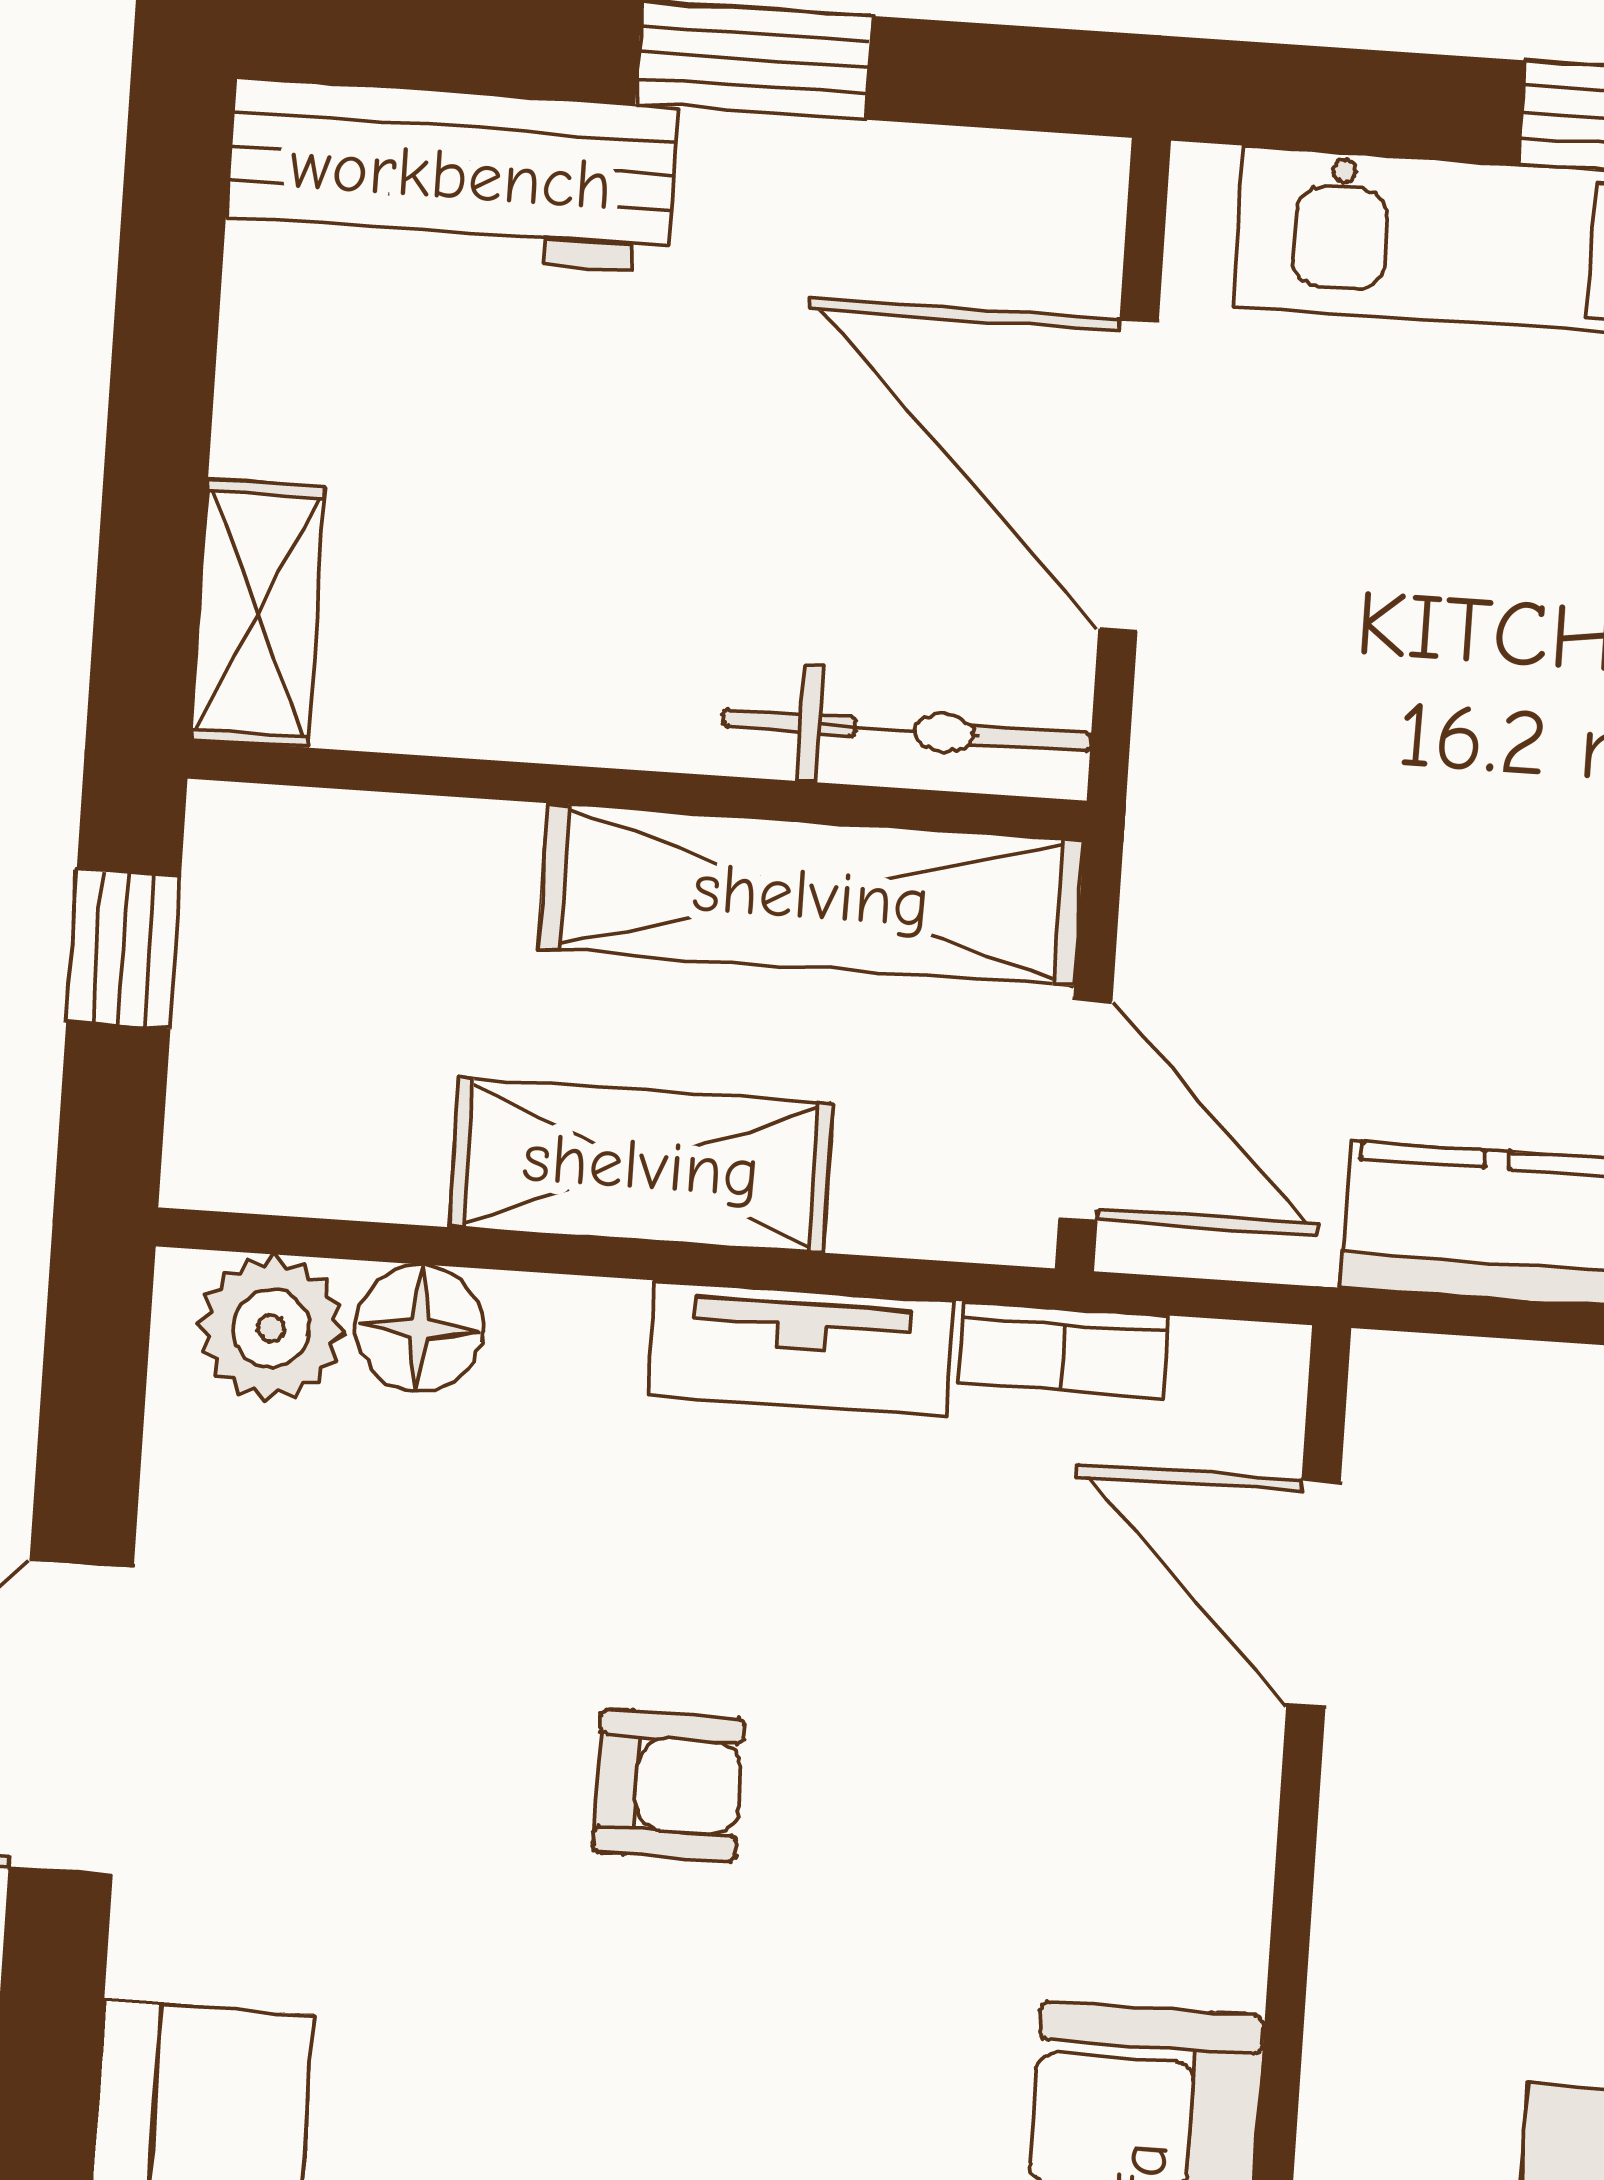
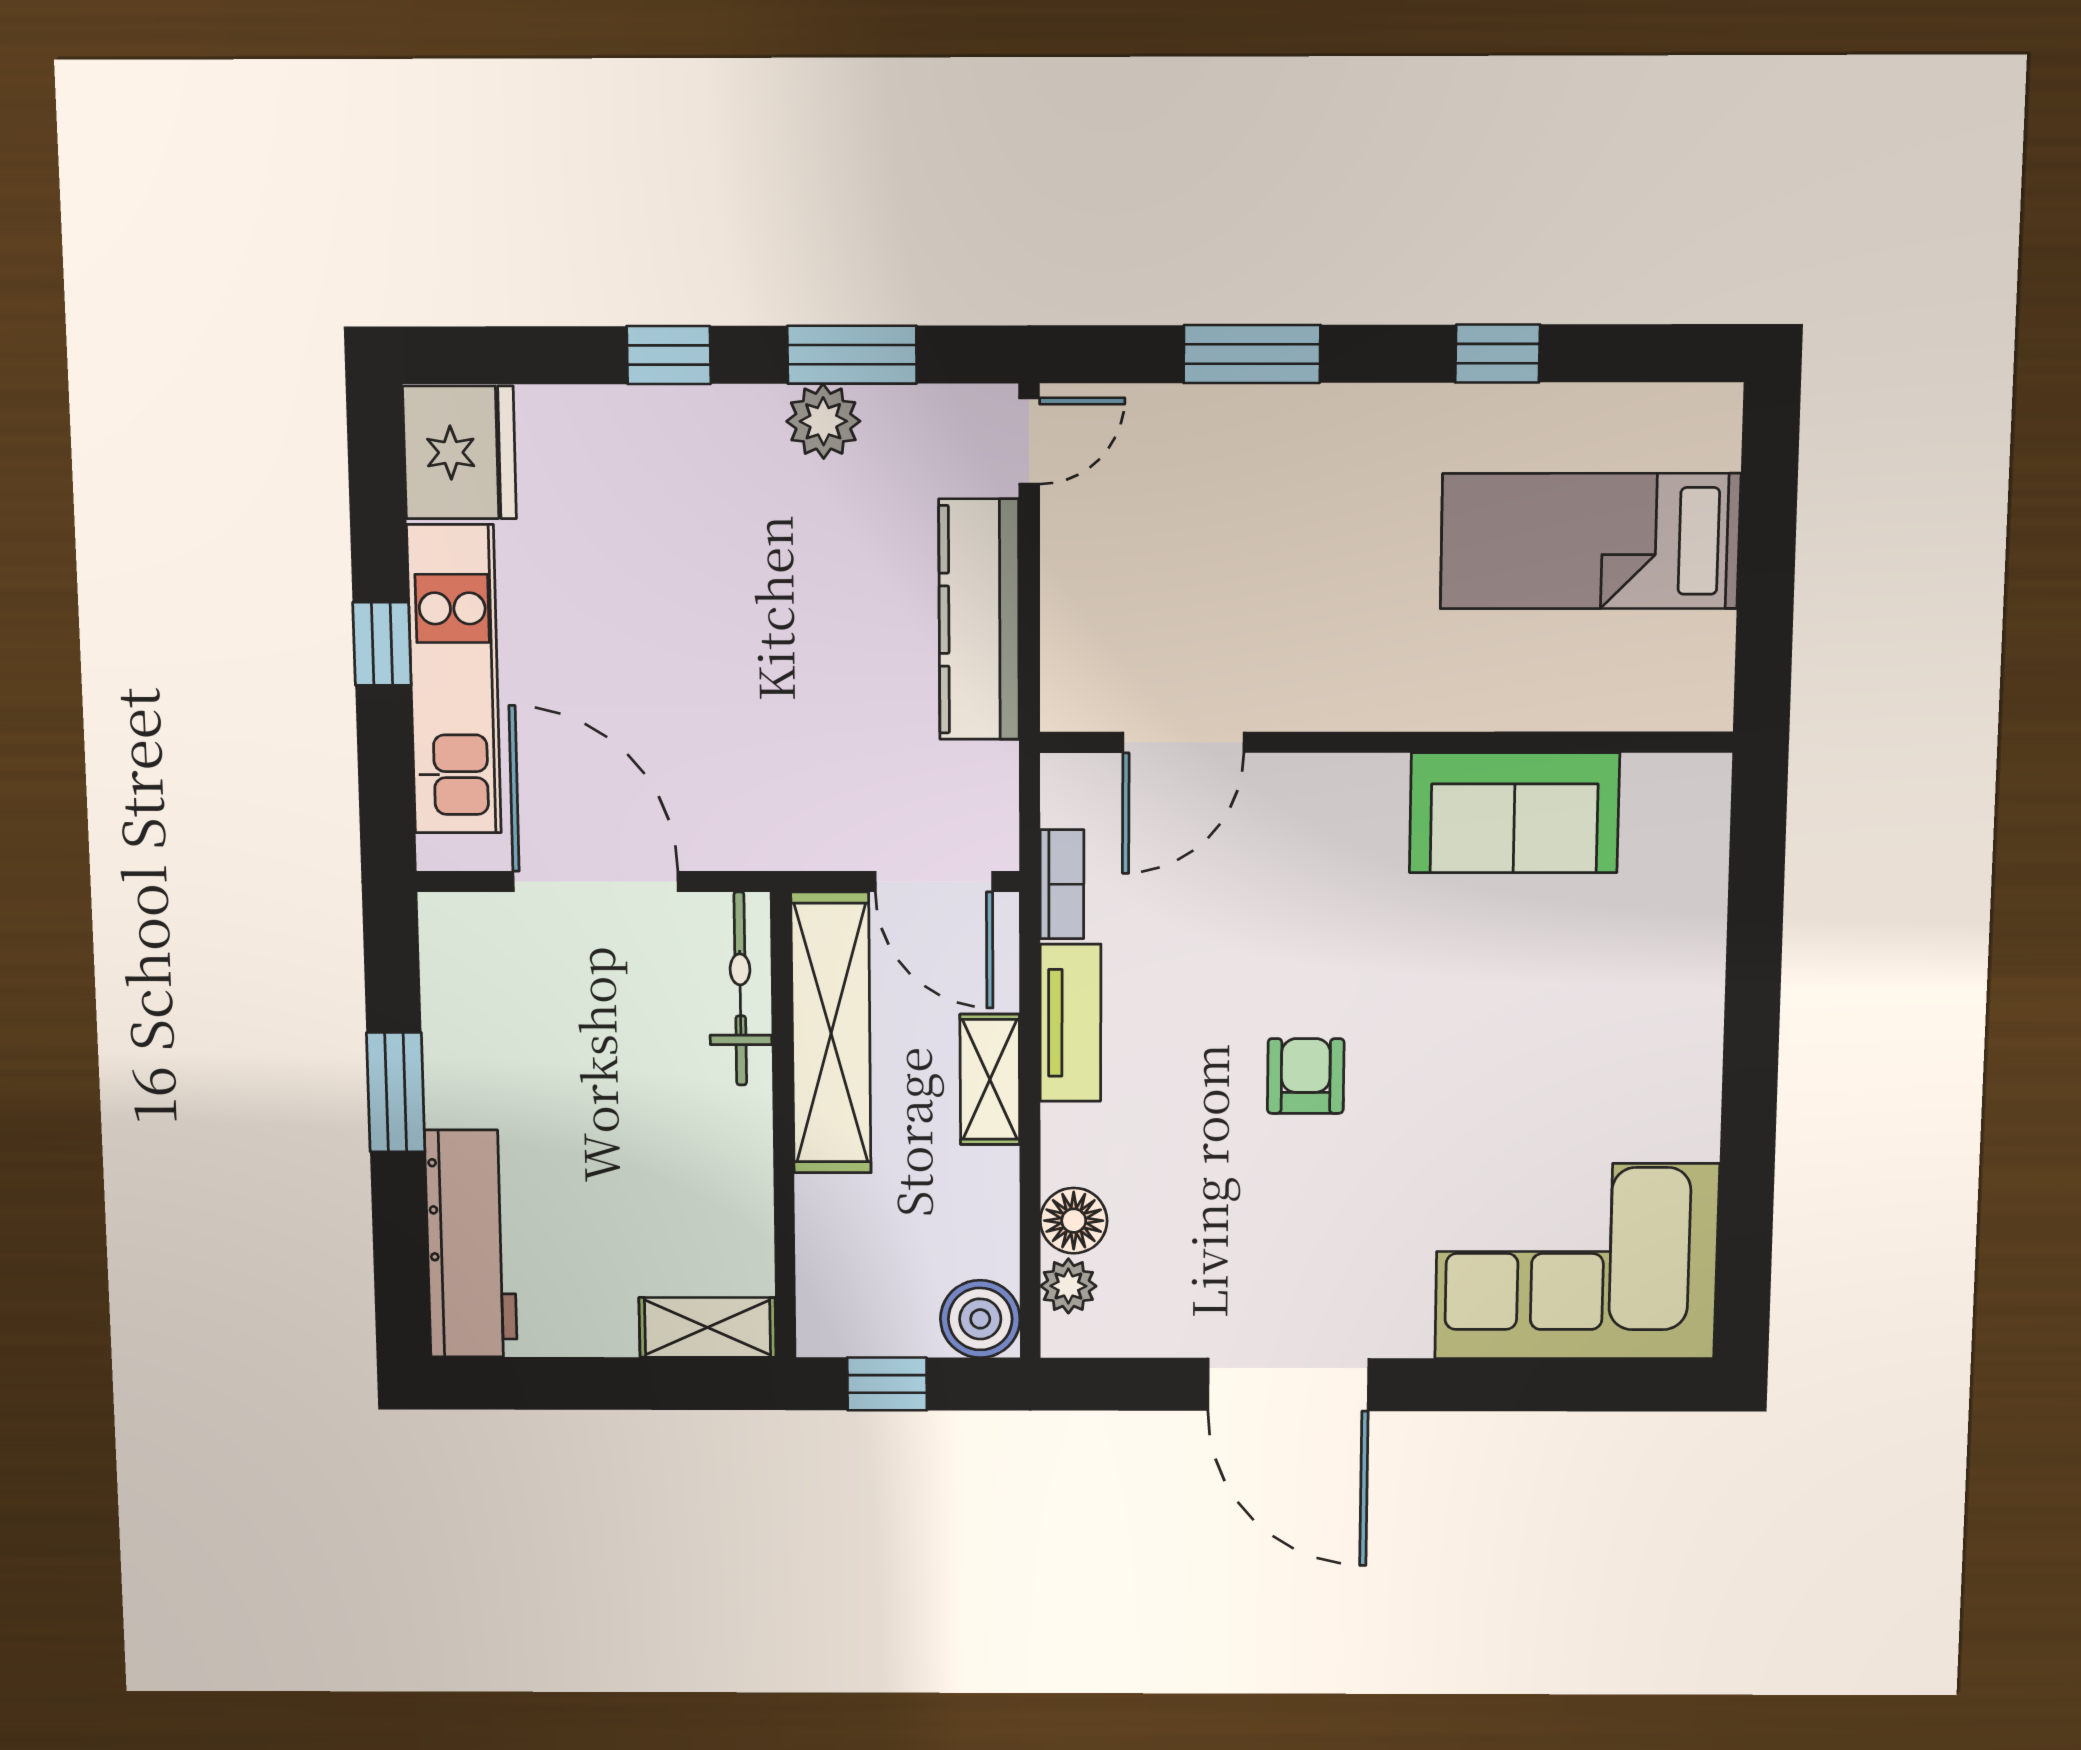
door: (1129, 475) -> (596, 881), swing flipped
door: (1085, 1110) -> (934, 881), swing flipped
boiler: (239, 1137) -> (980, 1319), added
shelving: (641, 1165) -> (990, 1079), width x0.67, depth x0.75
plant: (271, 1328) -> (1068, 1286), width x0.73, depth x0.73

